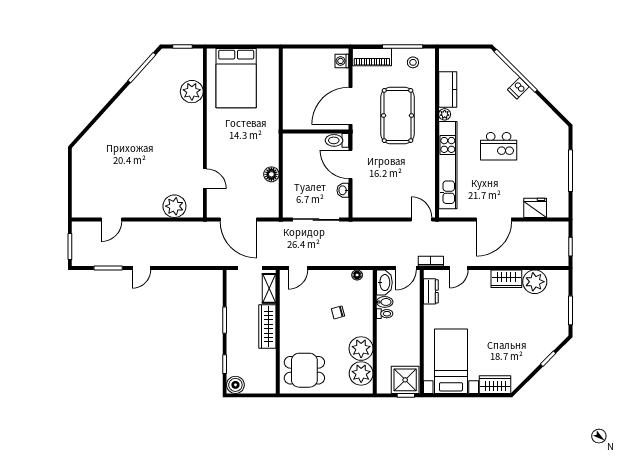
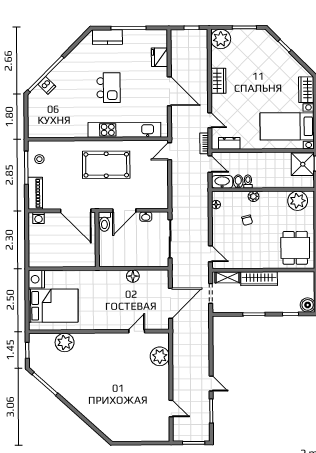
nightstand: (268, 58) -> (36, 279), added
dishwasher: (518, 88) -> (47, 85), moved
kitchen counter: (448, 89) -> (107, 37), moved, turned 180
plant: (445, 114) -> (82, 133), removed
pool table: (398, 116) -> (106, 165), moved
plant: (535, 282) -> (221, 39), moved
plant: (361, 349) -> (254, 196), moved, width x0.53, depth x0.53

